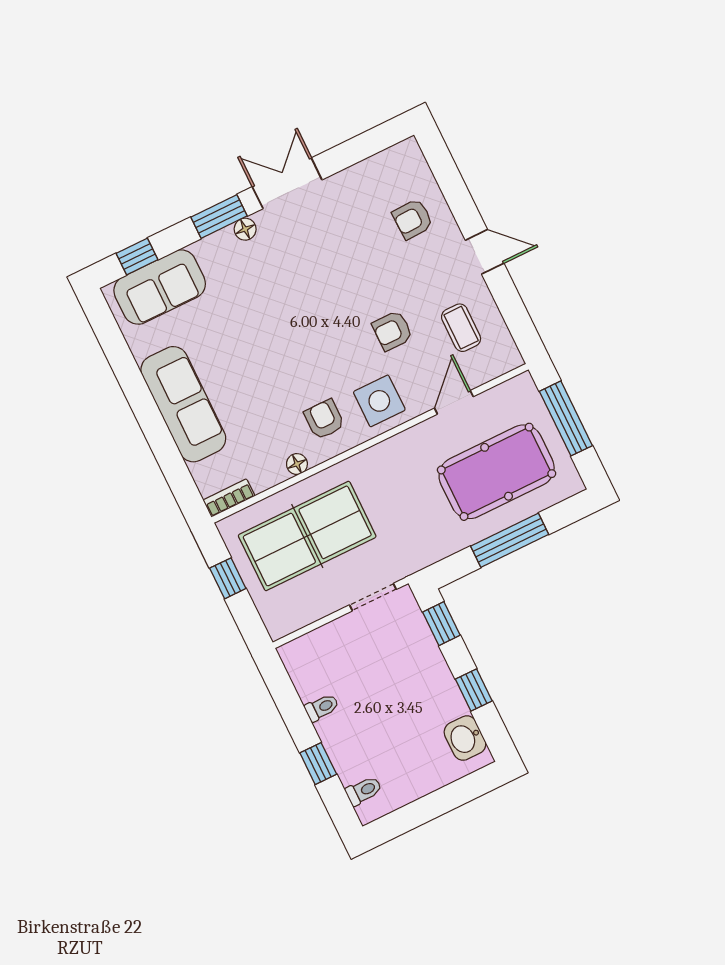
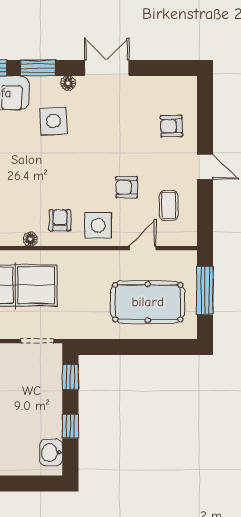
window: (219, 217) -> (38, 68), moved
side table: (250, 290) -> (53, 121), added
window: (510, 540) -> (136, 347), removed

